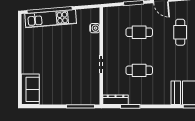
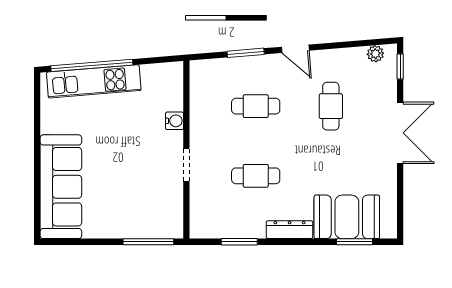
water cooler: (95, 28) -> (175, 121), moved
sofa: (30, 89) -> (61, 187), width x1.85, depth x1.27
dresser: (116, 100) -> (290, 230), moved

